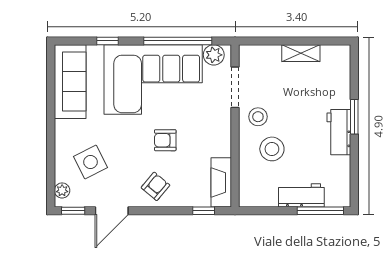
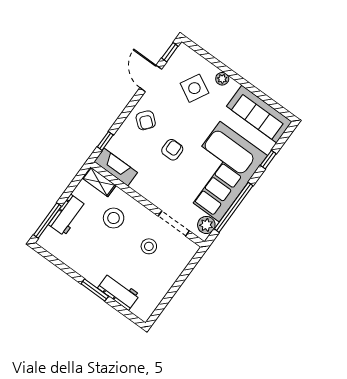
shelving: (301, 53) -> (99, 182), moved, turned 90
stool: (258, 117) -> (149, 246), moved
workbench: (339, 132) -> (119, 291), moved
side table: (90, 162) -> (194, 88), turned -35
plant: (62, 190) -> (222, 79), moved

